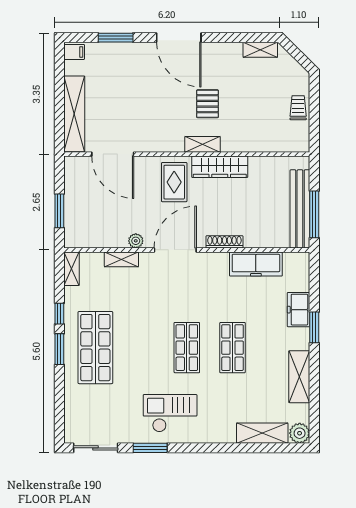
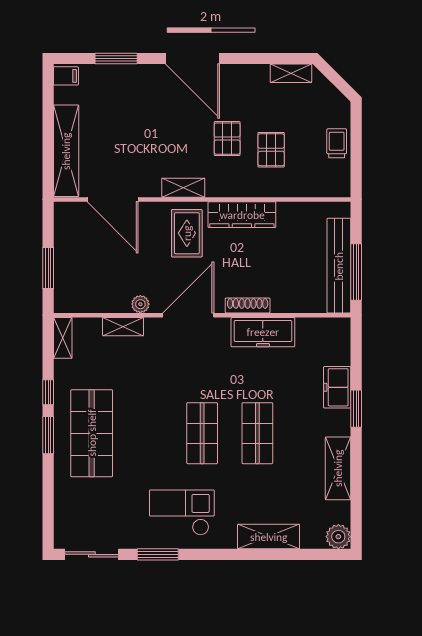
pallet: (244, 113) -> (271, 150), added
shelving: (203, 144) -> (183, 188), moved
freezer: (256, 264) -> (263, 332), moved
shelving: (262, 433) -> (269, 537), moved

